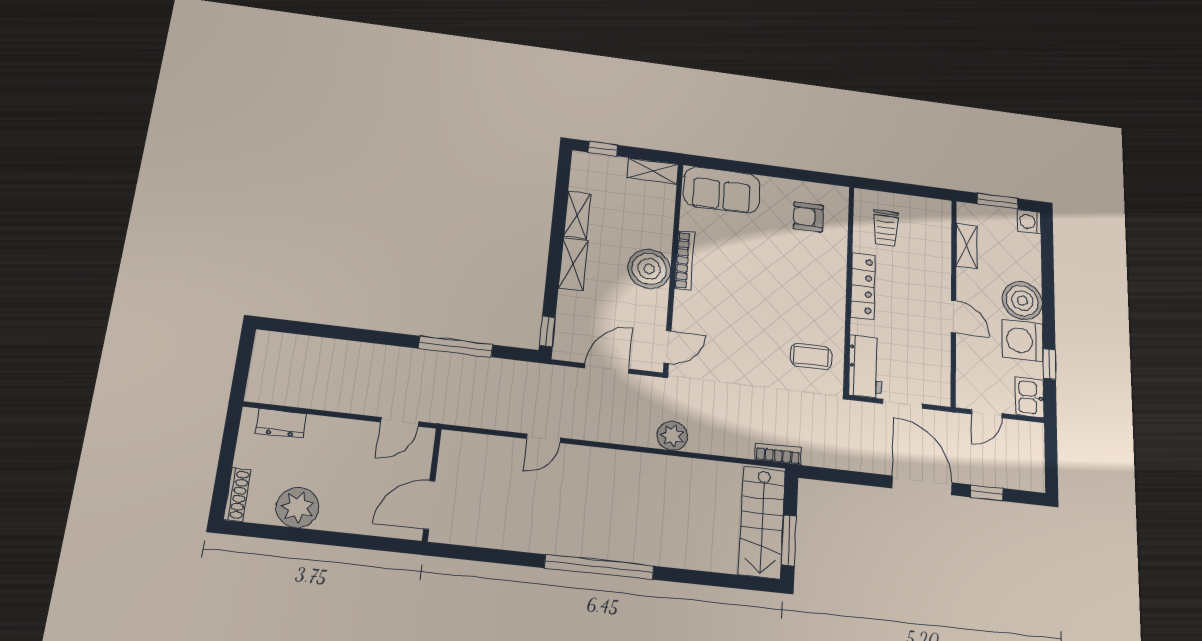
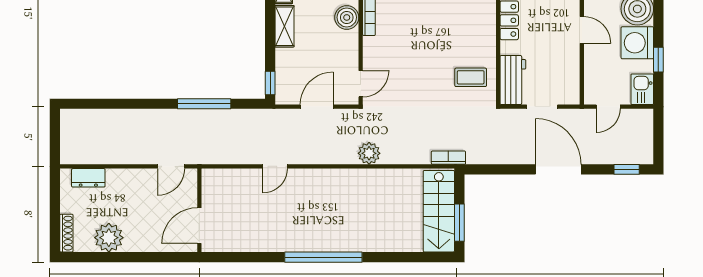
boiler: (649, 269) -> (347, 17), width x0.73, depth x0.73
window: (987, 493) -> (627, 169), moved

